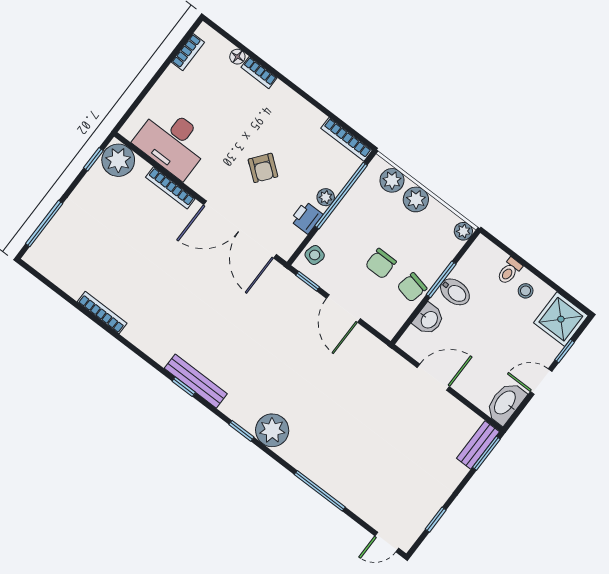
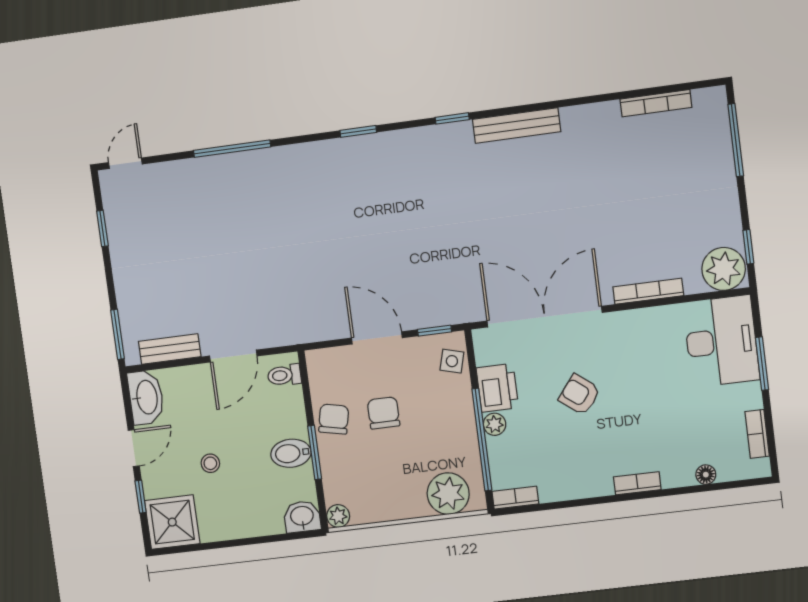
bookcase: (259, 73) -> (637, 483), moved
window: (148, 88) -> (762, 364), added
bookcase: (347, 139) -> (515, 498), width x0.64
desk: (172, 142) -> (721, 341), moved, turned 90
plant: (392, 180) -> (448, 494), width x1.36, depth x1.36
plant: (416, 199) -> (410, 503), removed
printer: (306, 217) -> (497, 388), width x1.36, depth x1.24
toilet: (509, 271) -> (284, 375), moved, turned -90
stool: (526, 291) -> (210, 463), moved
bookcase: (102, 313) -> (656, 103), moved
washbasin: (429, 319) -> (302, 517), moved, turned 90
bench: (196, 381) -> (517, 125), moved
plant: (272, 430) -> (331, 160), removed
bench: (478, 445) -> (170, 349), moved, turned 90

